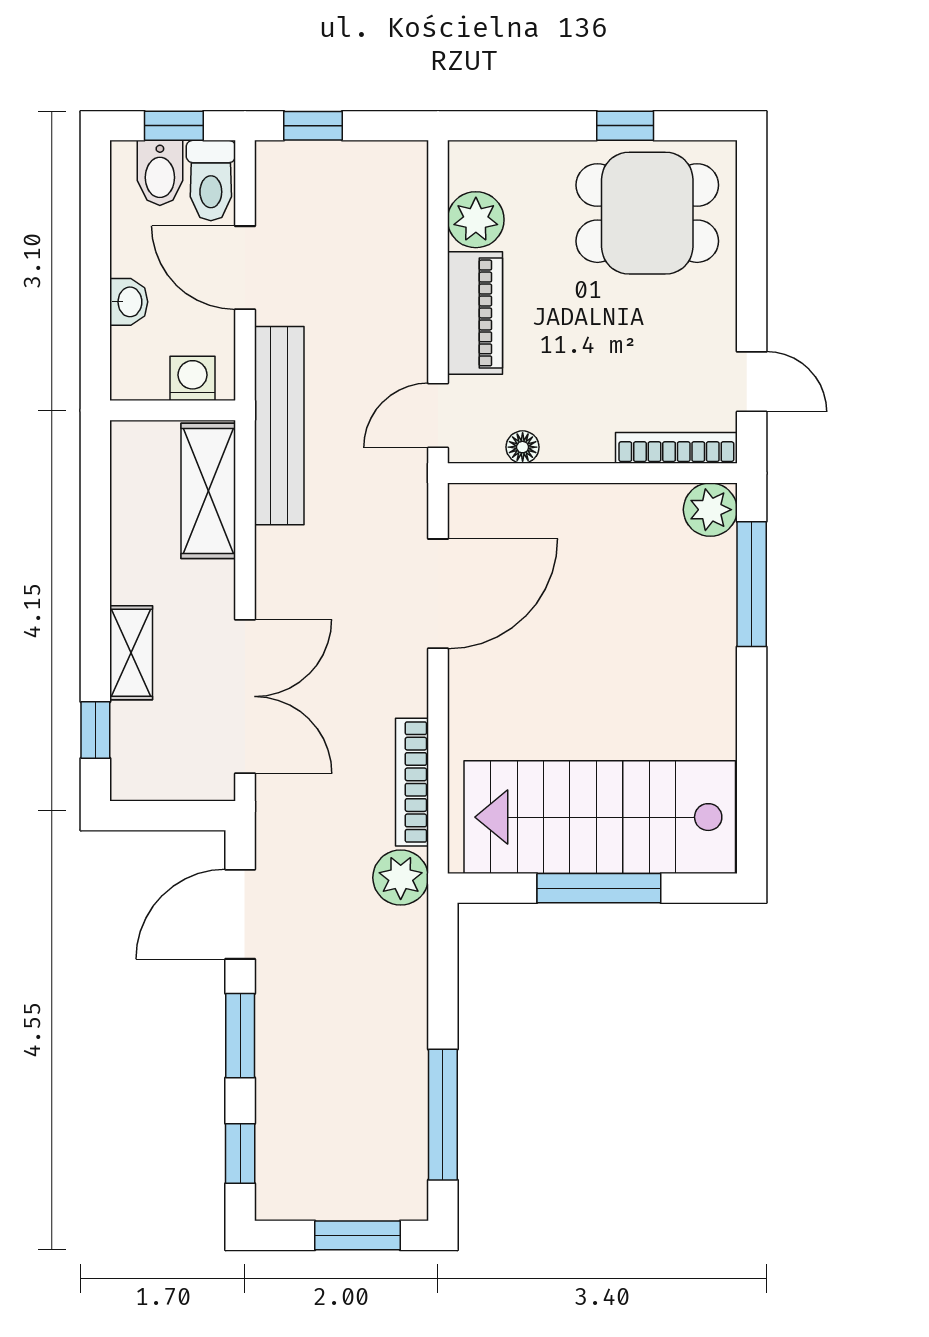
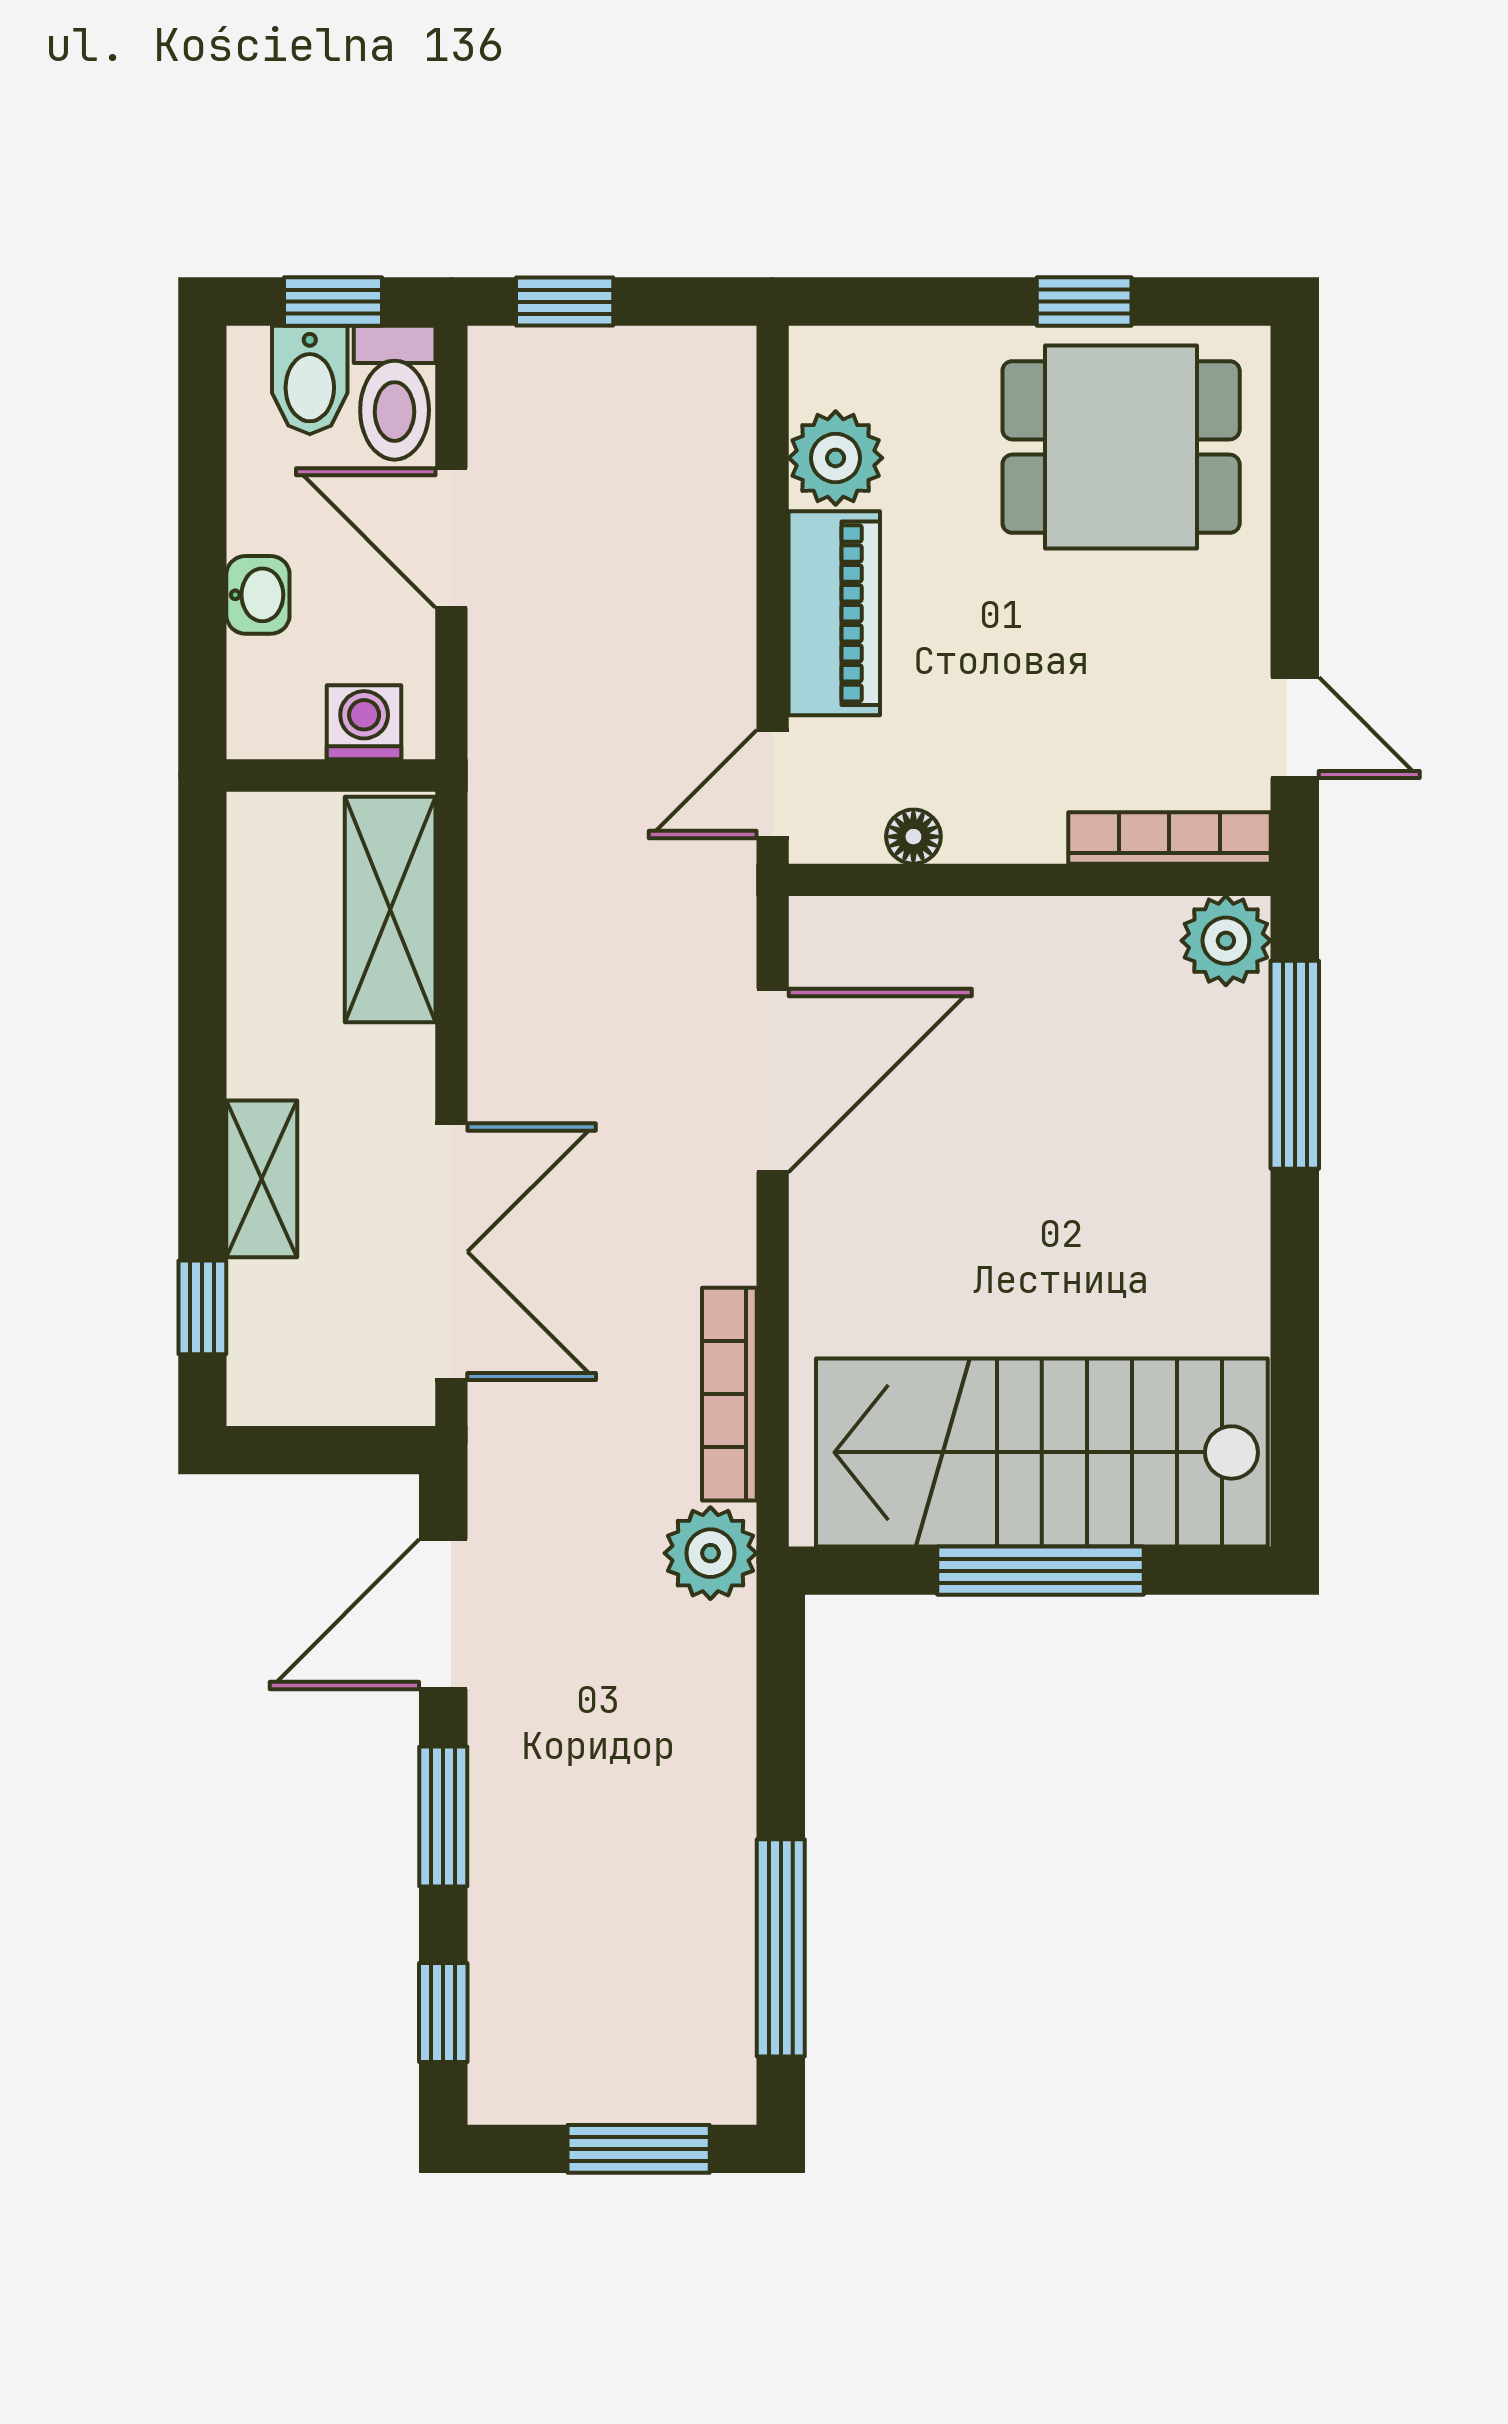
bench: (279, 426) -> (508, 801), removed

